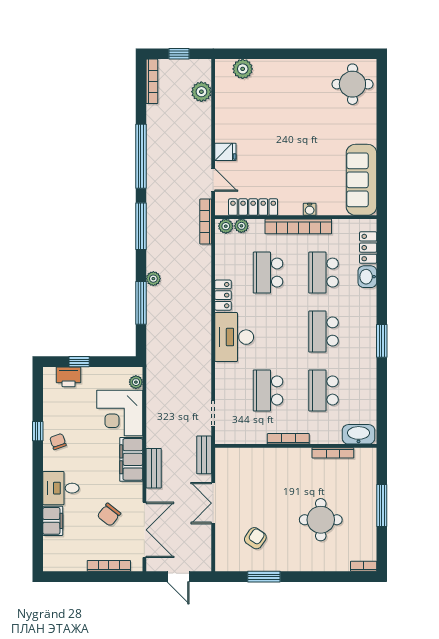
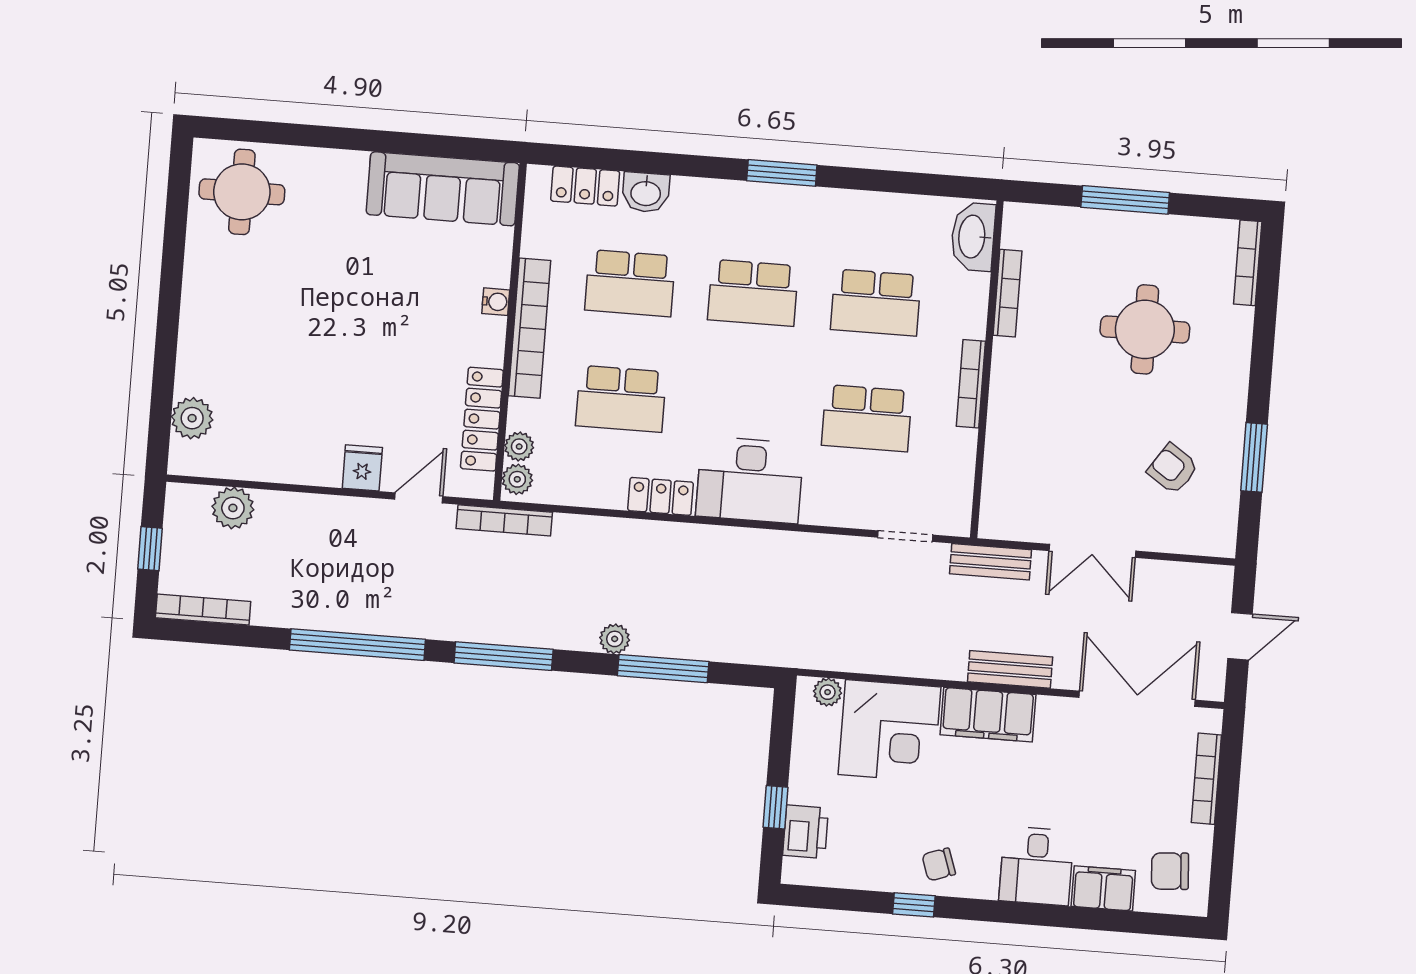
chair: (109, 515) -> (1170, 871), moved, turned 138
bookcase: (364, 566) -> (1248, 263), width x1.56

